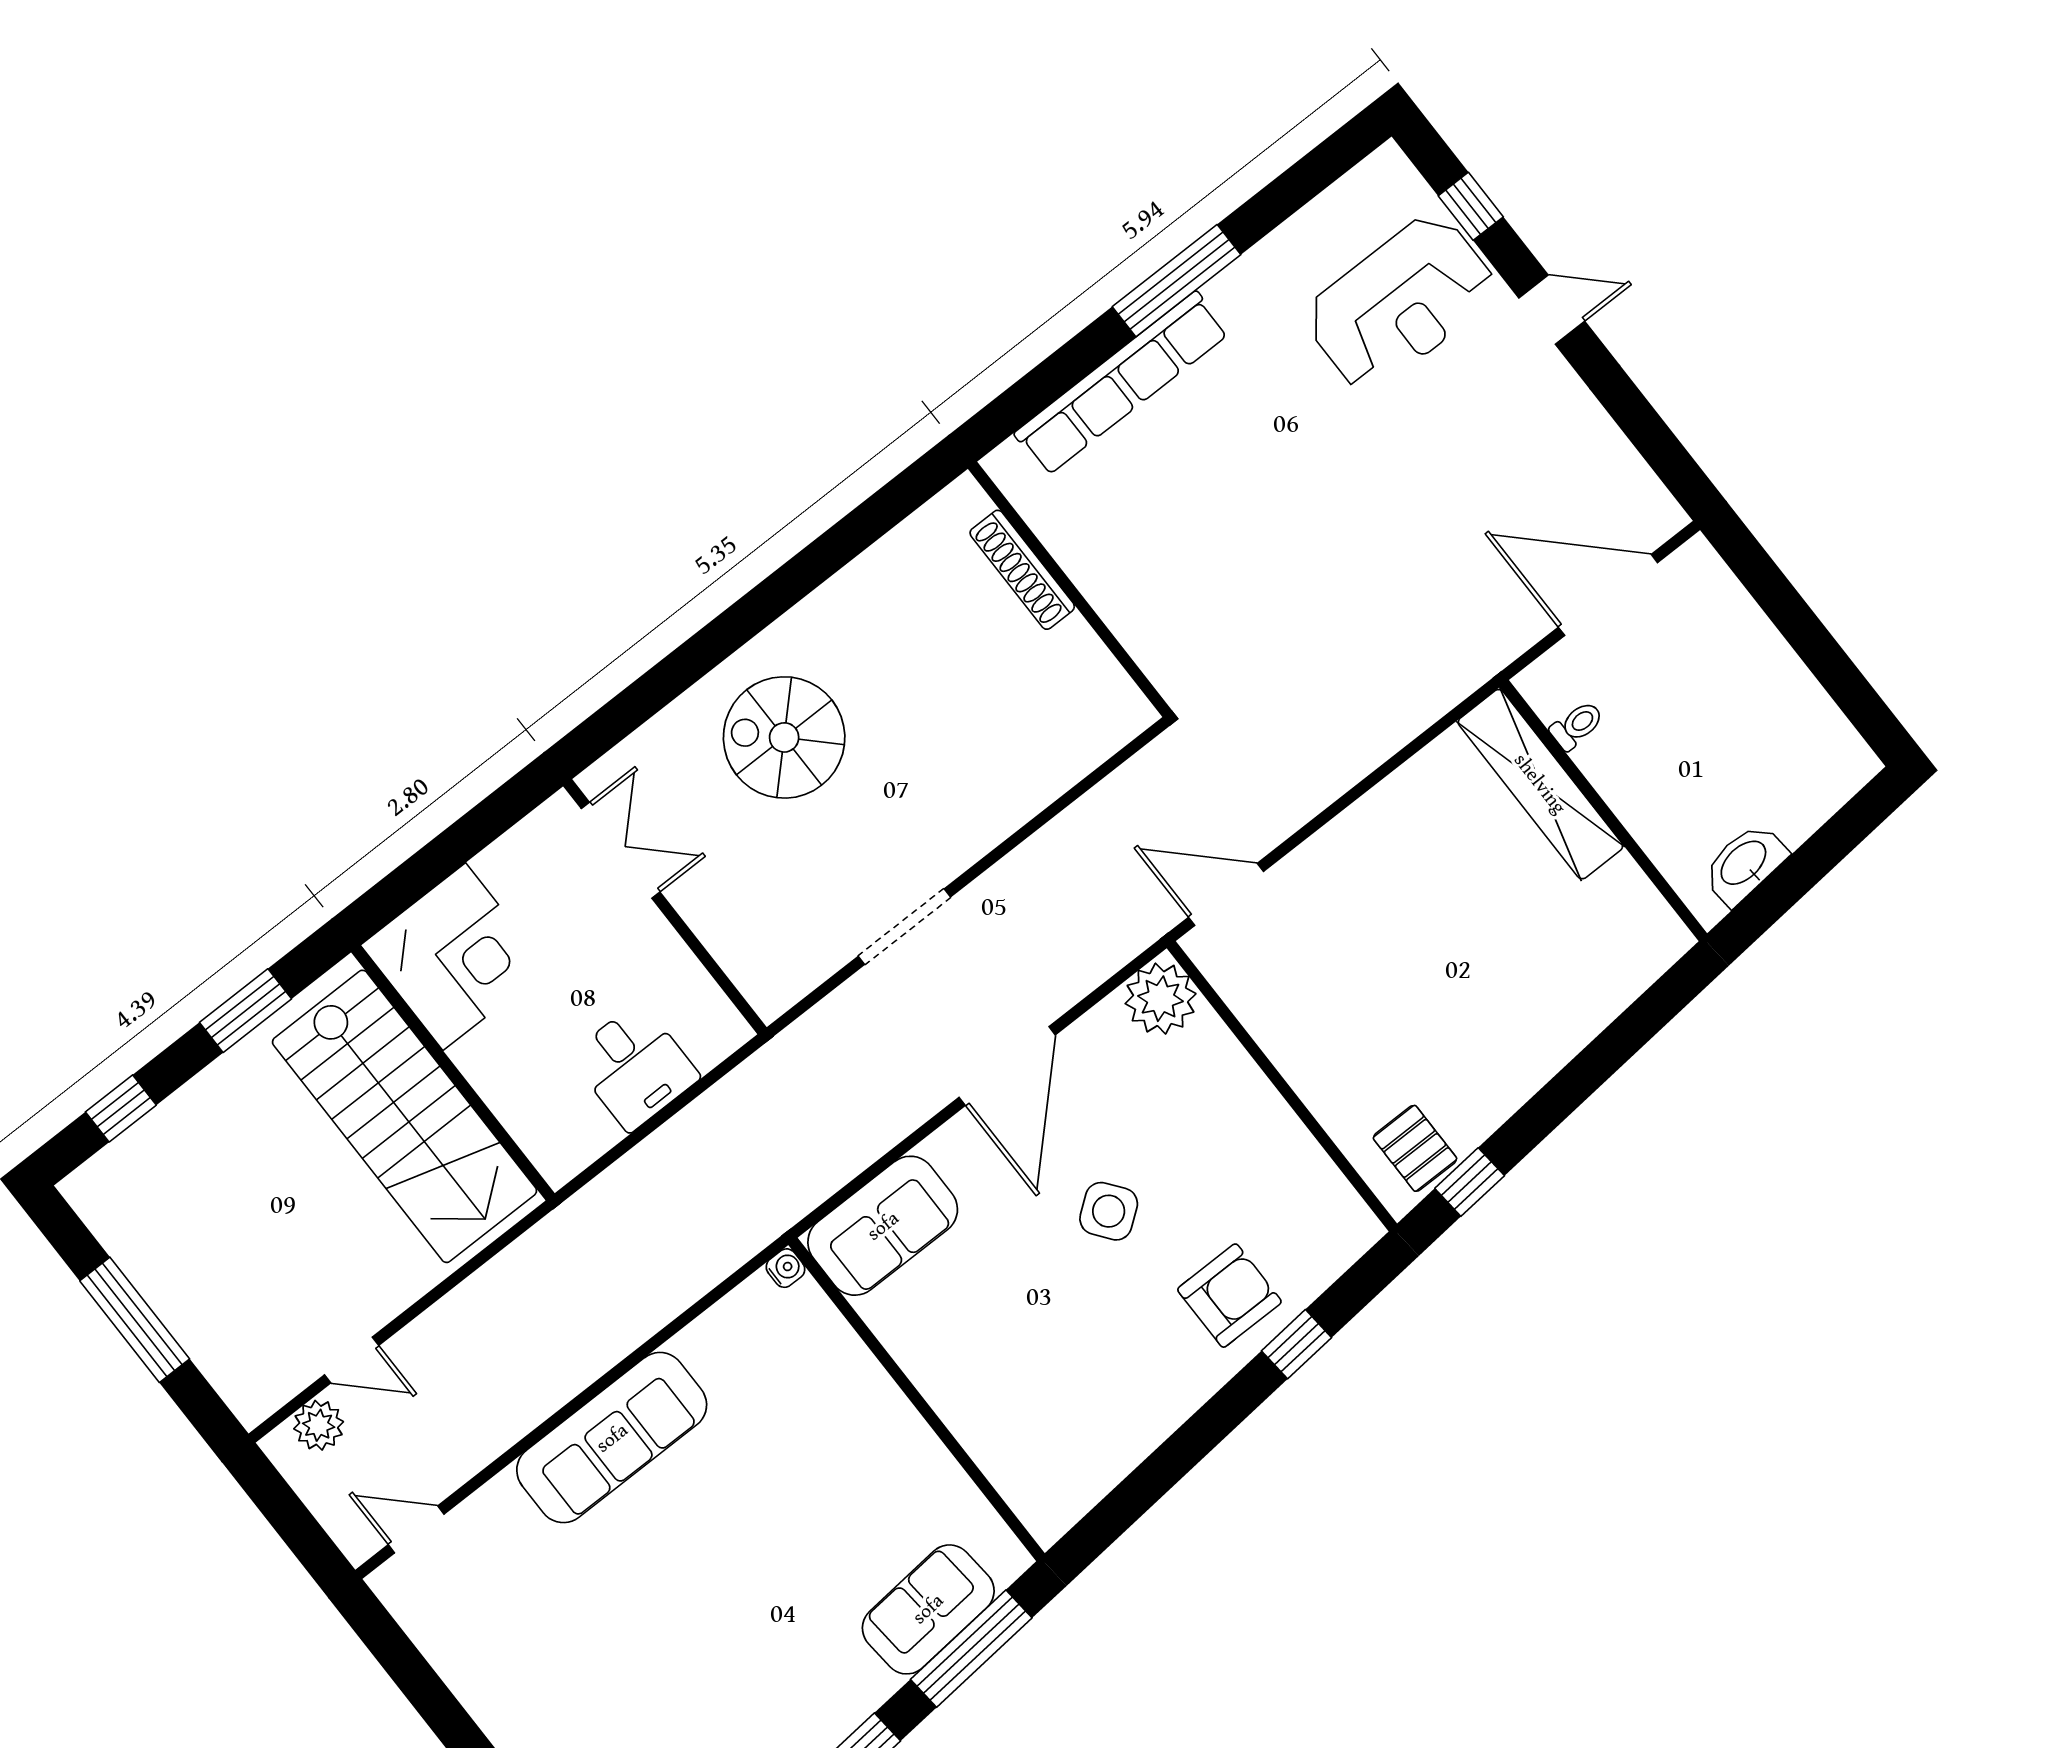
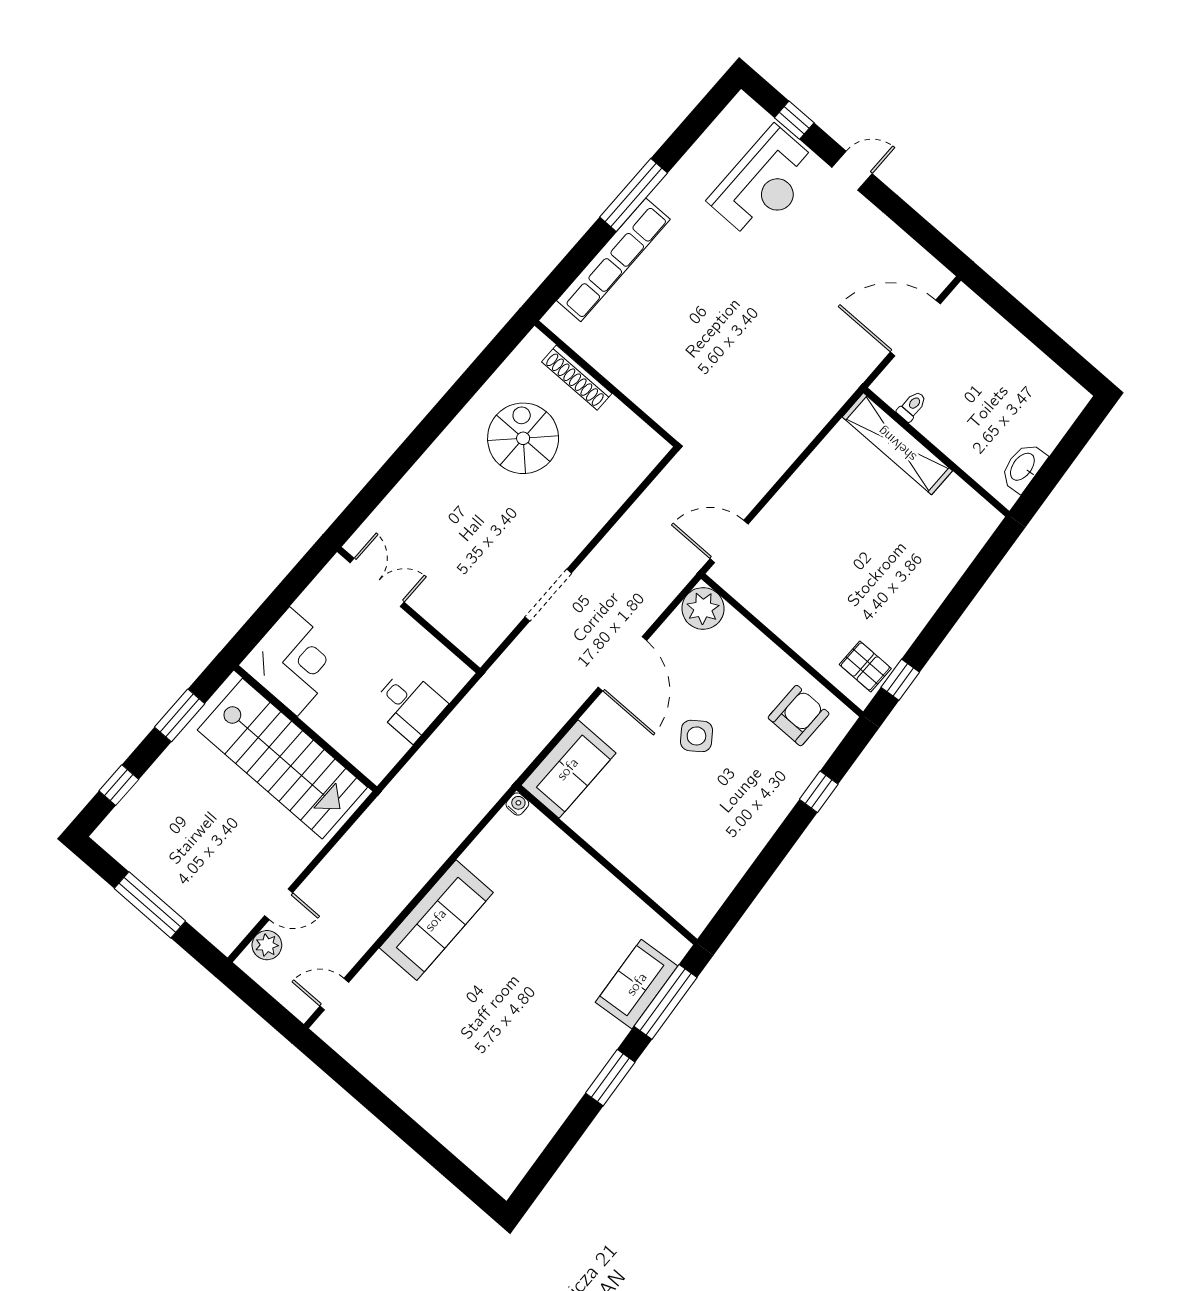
spiral stairs: (784, 737) -> (523, 438), moved, turned 90
armchair: (1229, 1296) -> (799, 716), moved

